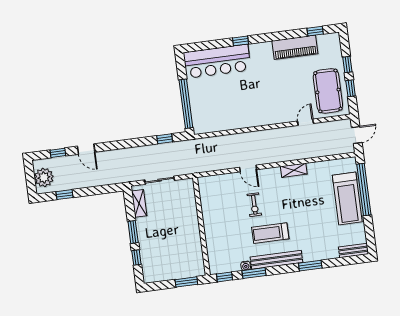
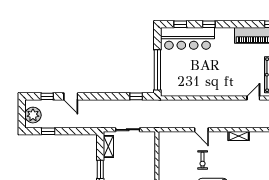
window: (206, 45) -> (180, 24), added

